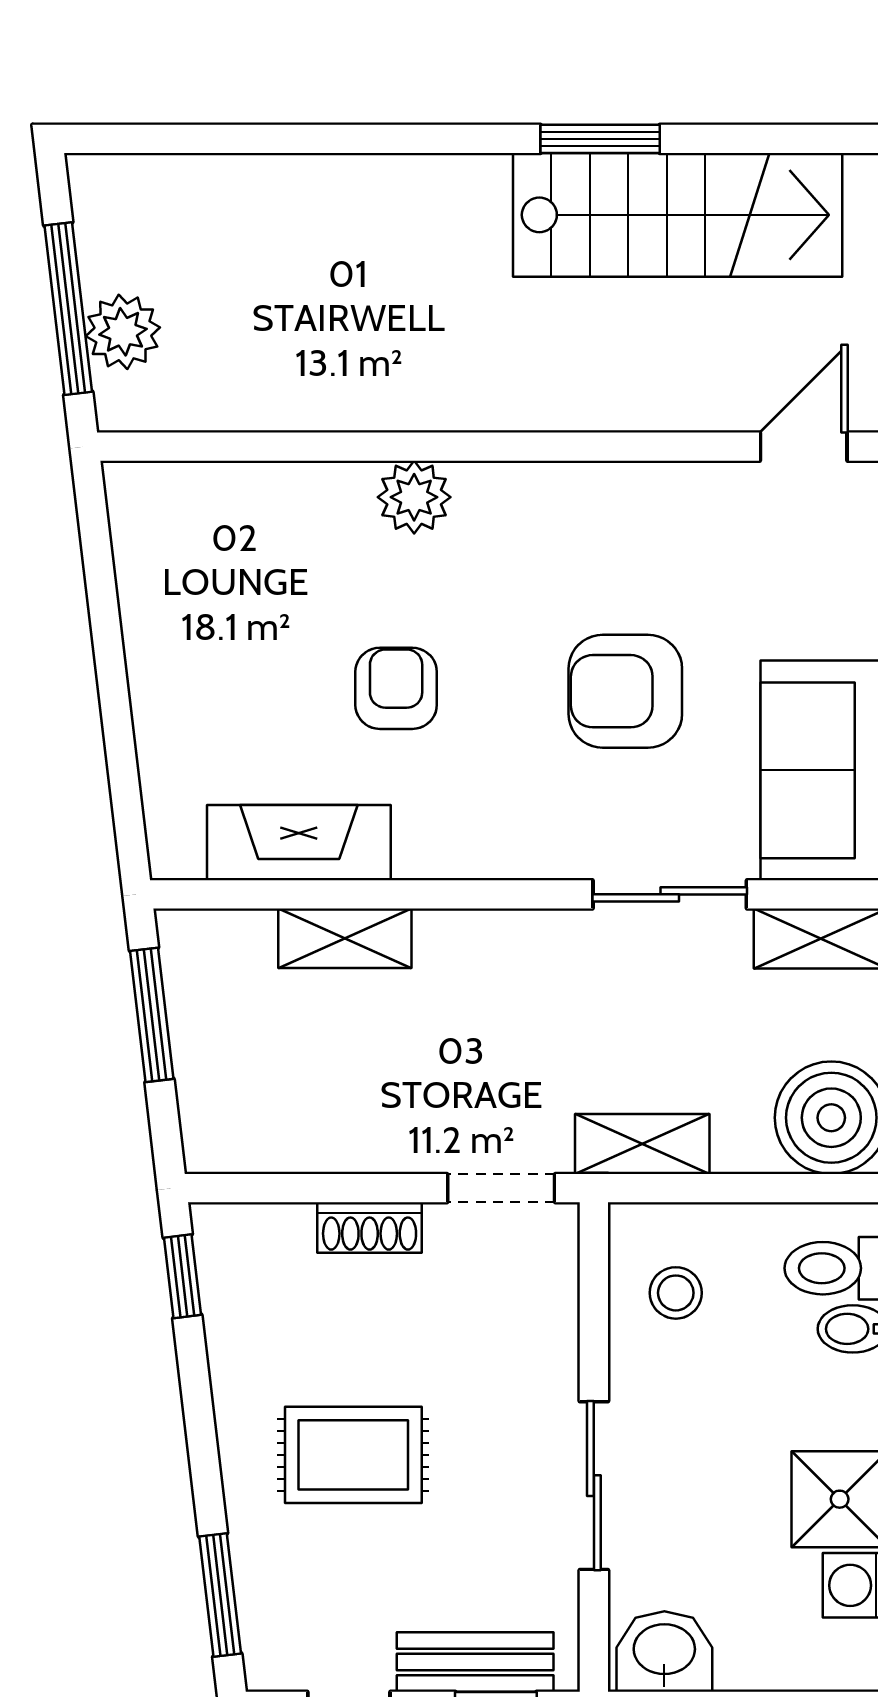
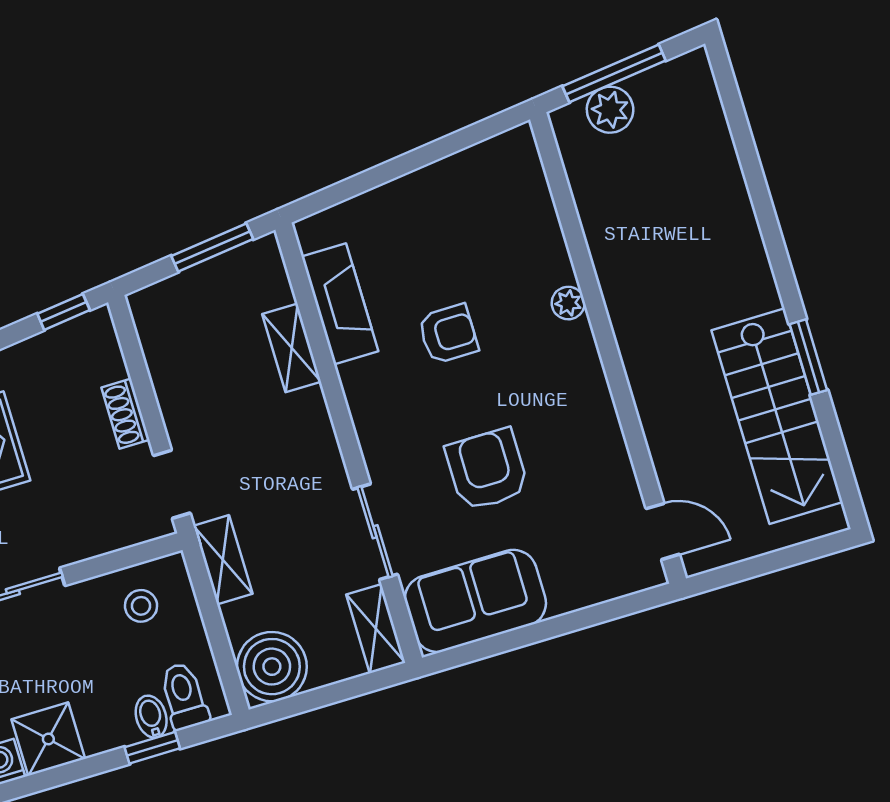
plant: (414, 497) -> (568, 303), width x0.73, depth x0.73

